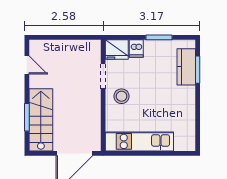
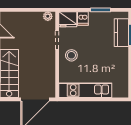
plant: (91, 46) -> (48, 16), added

